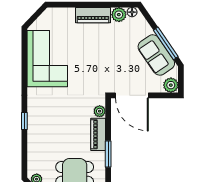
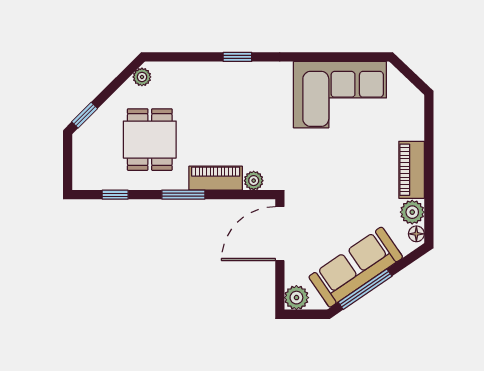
sofa: (156, 55) -> (356, 267), width x1.36

